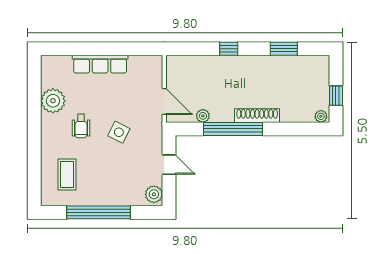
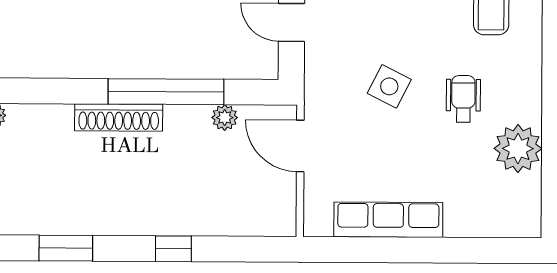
row of seats: (100, 64) -> (388, 220), moved

